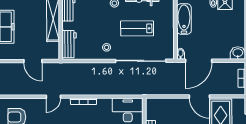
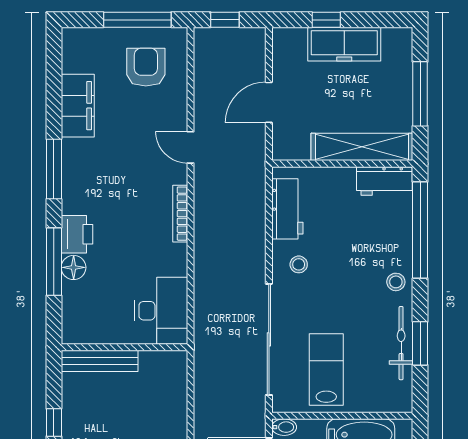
lab bench: (137, 28) -> (326, 369), moved
workbench: (69, 44) -> (287, 209), moved, turned -90

